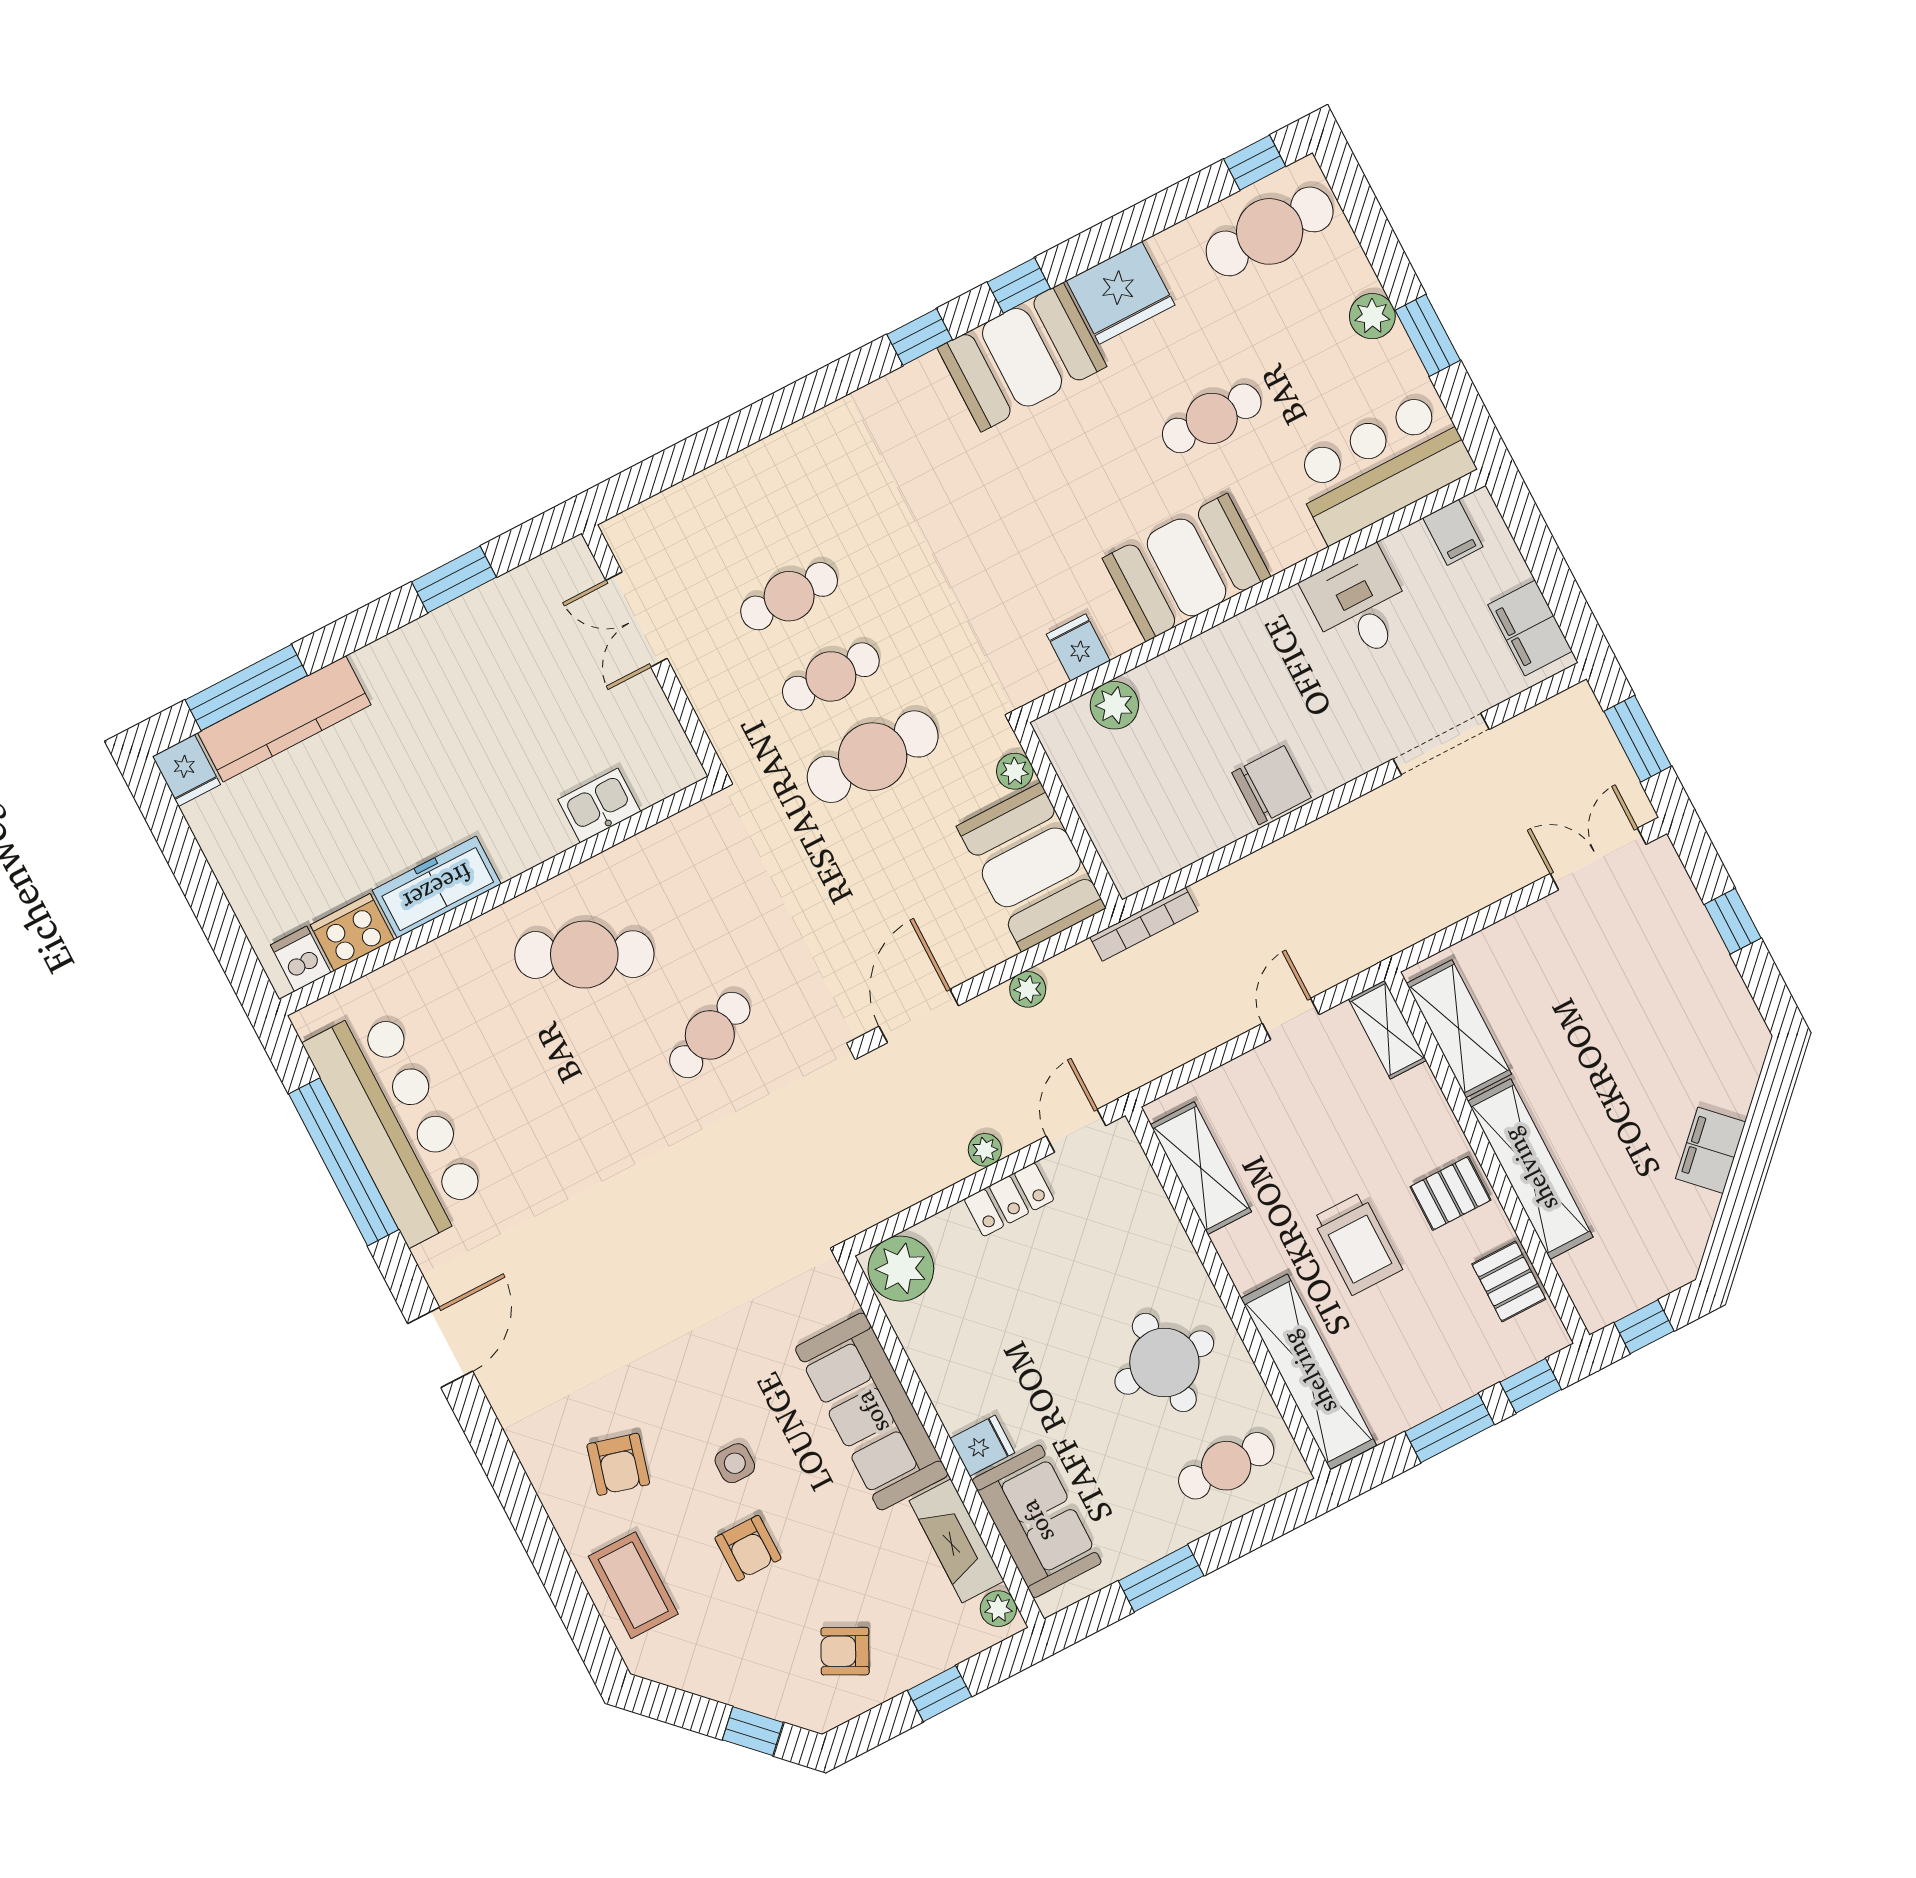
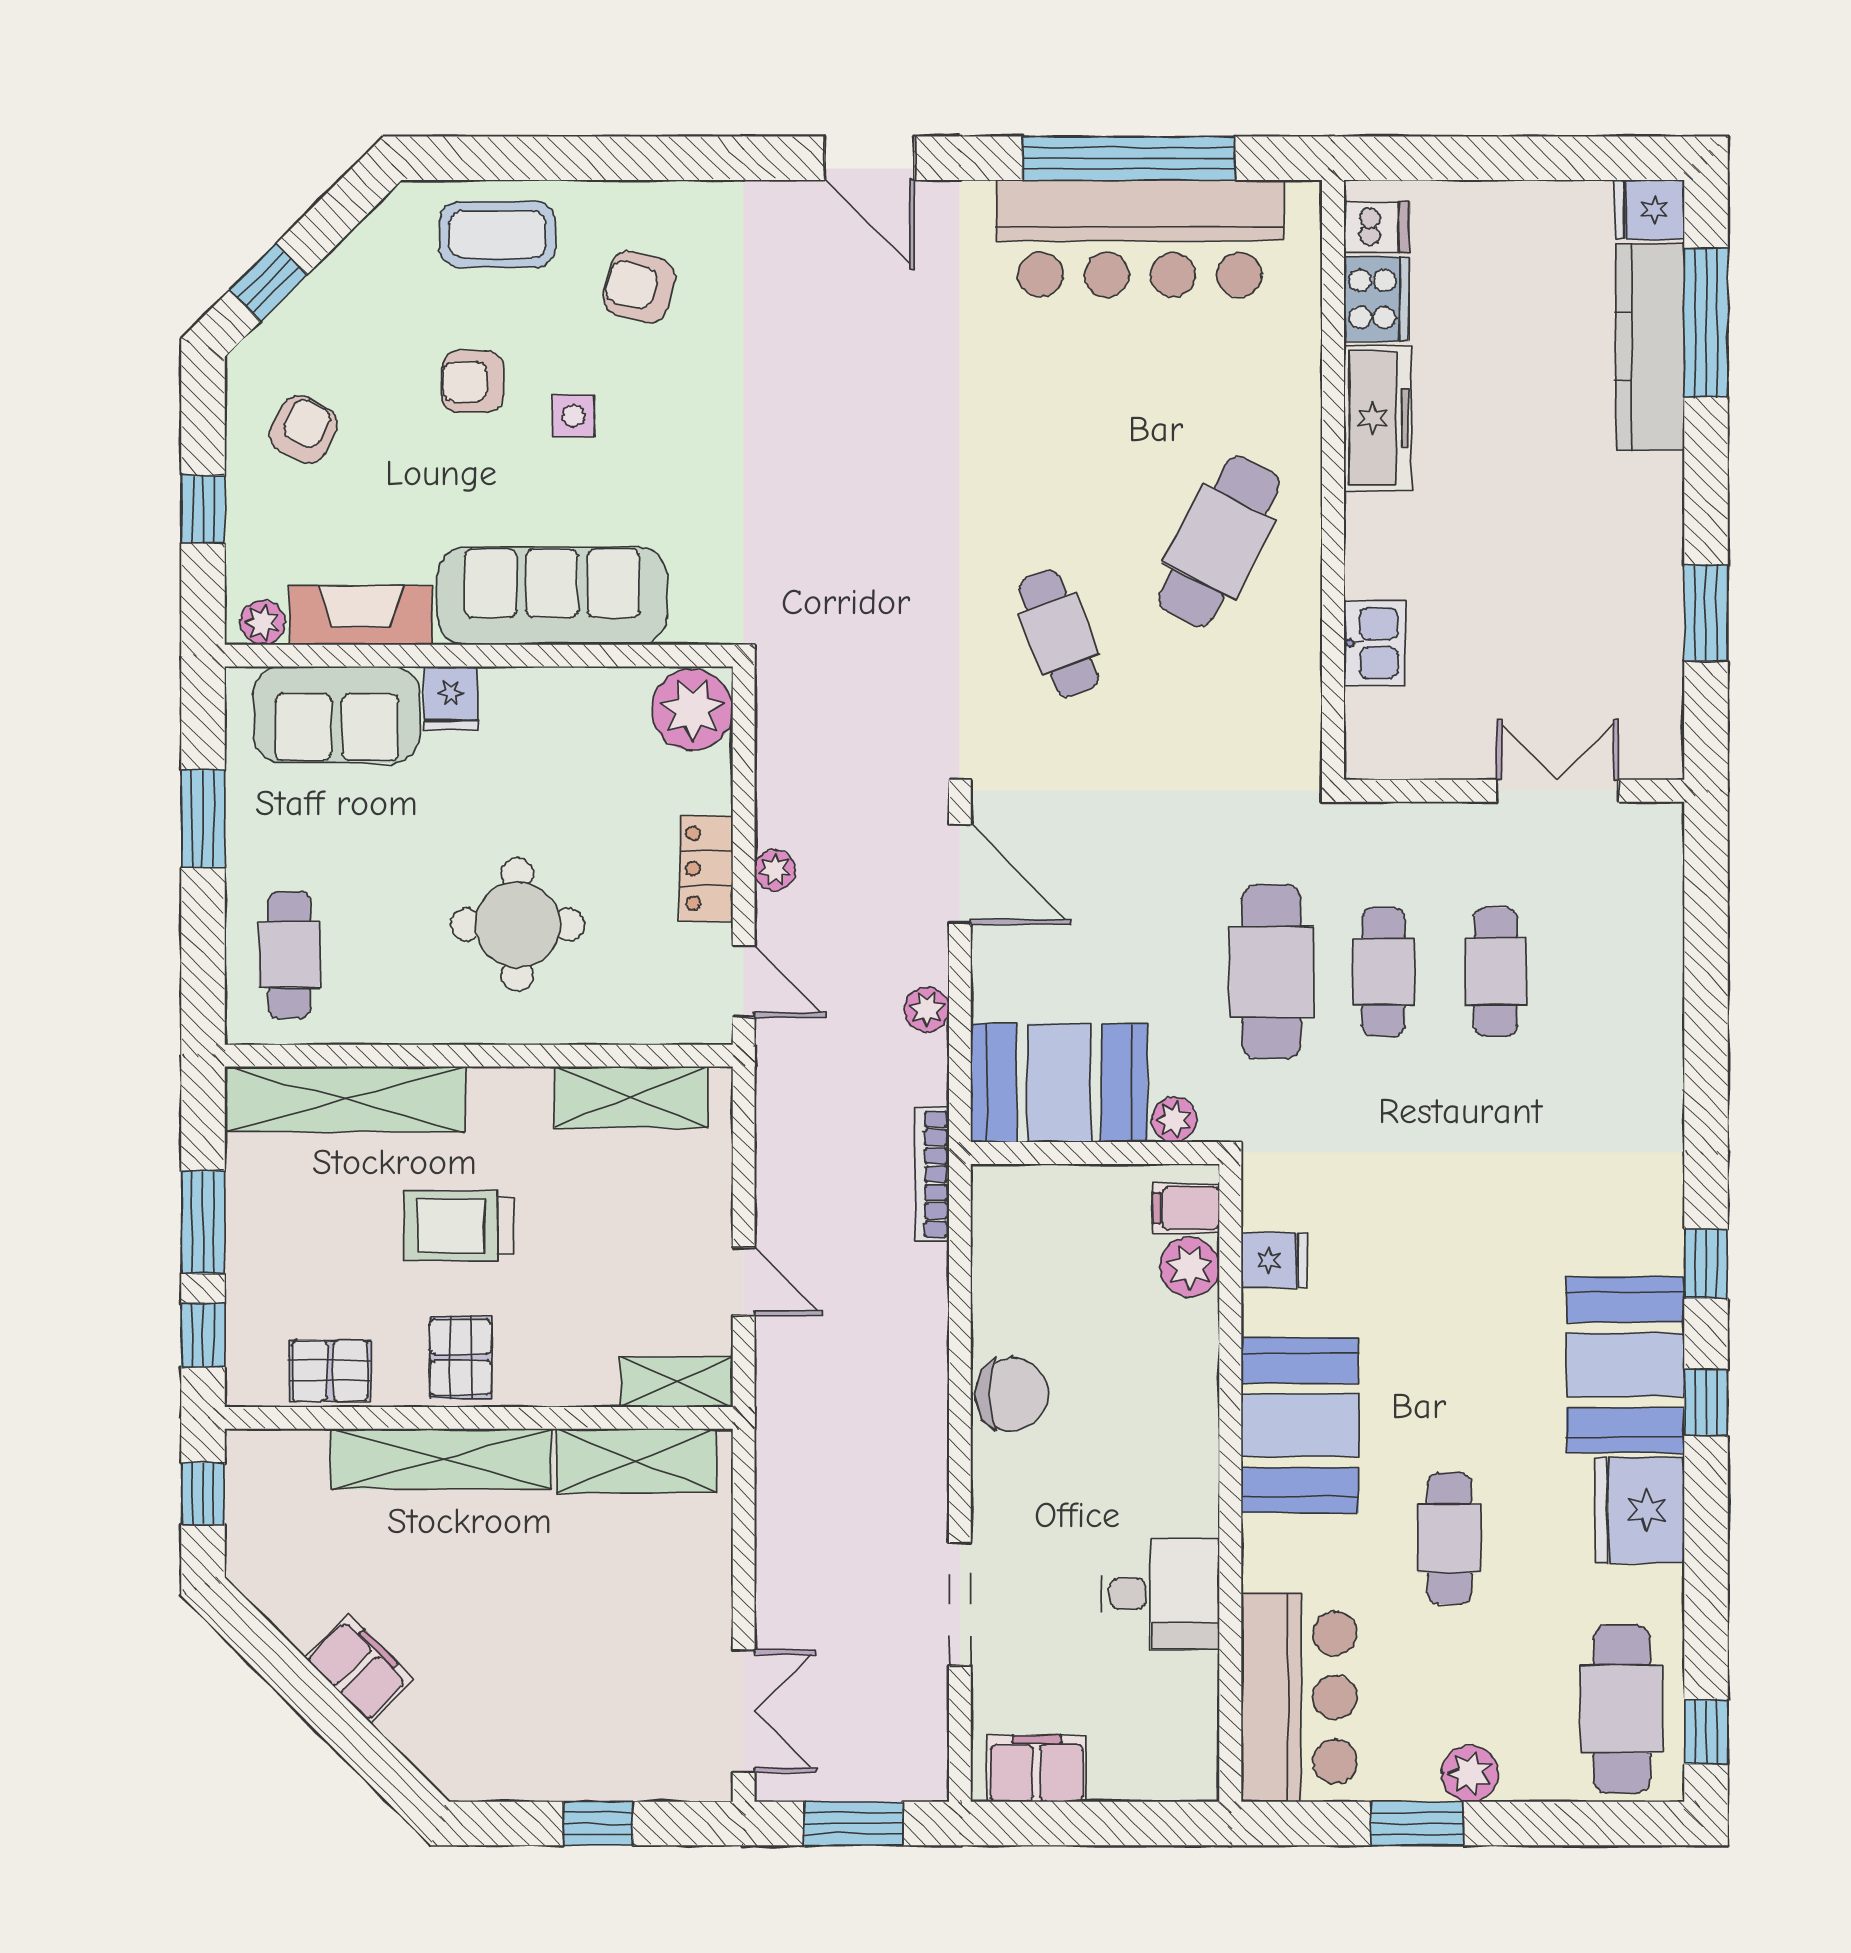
filing cabinet: (1453, 532) -> (1186, 1208), moved
chair: (1271, 785) -> (1012, 1394), turned -90
round table: (1164, 1363) -> (517, 925), moved

